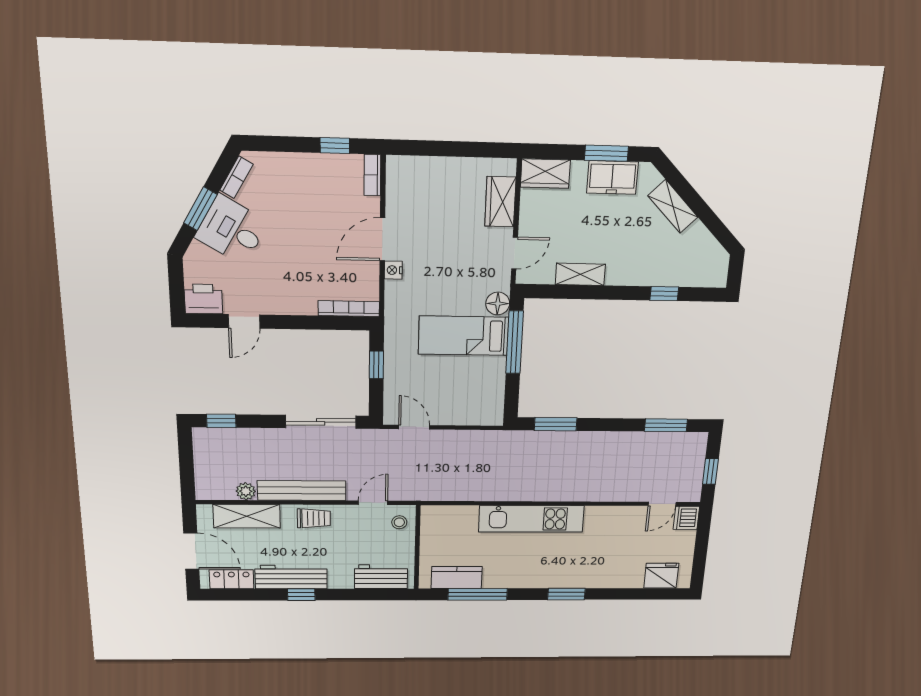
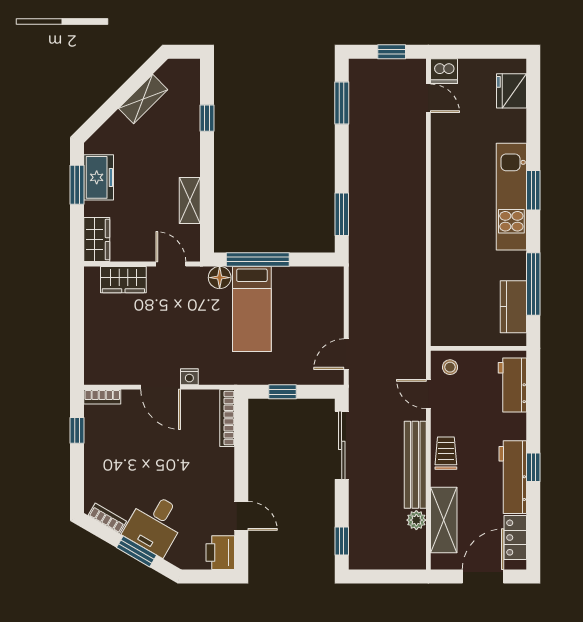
shelving: (673, 206) -> (143, 99), moved
kitchen unit: (531, 519) -> (511, 197), moved, turned 180

